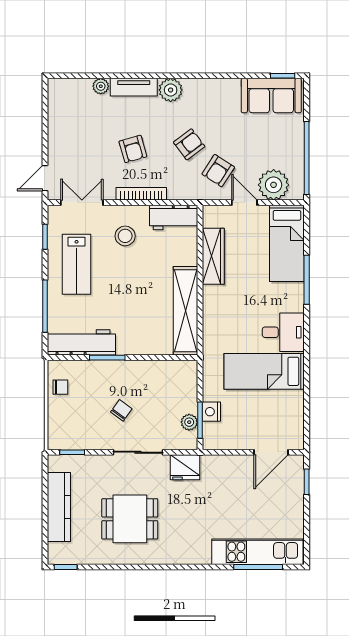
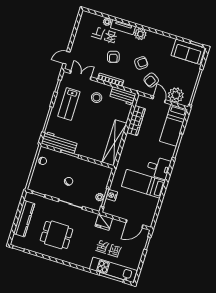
fridge: (185, 467) -> (104, 222), moved

